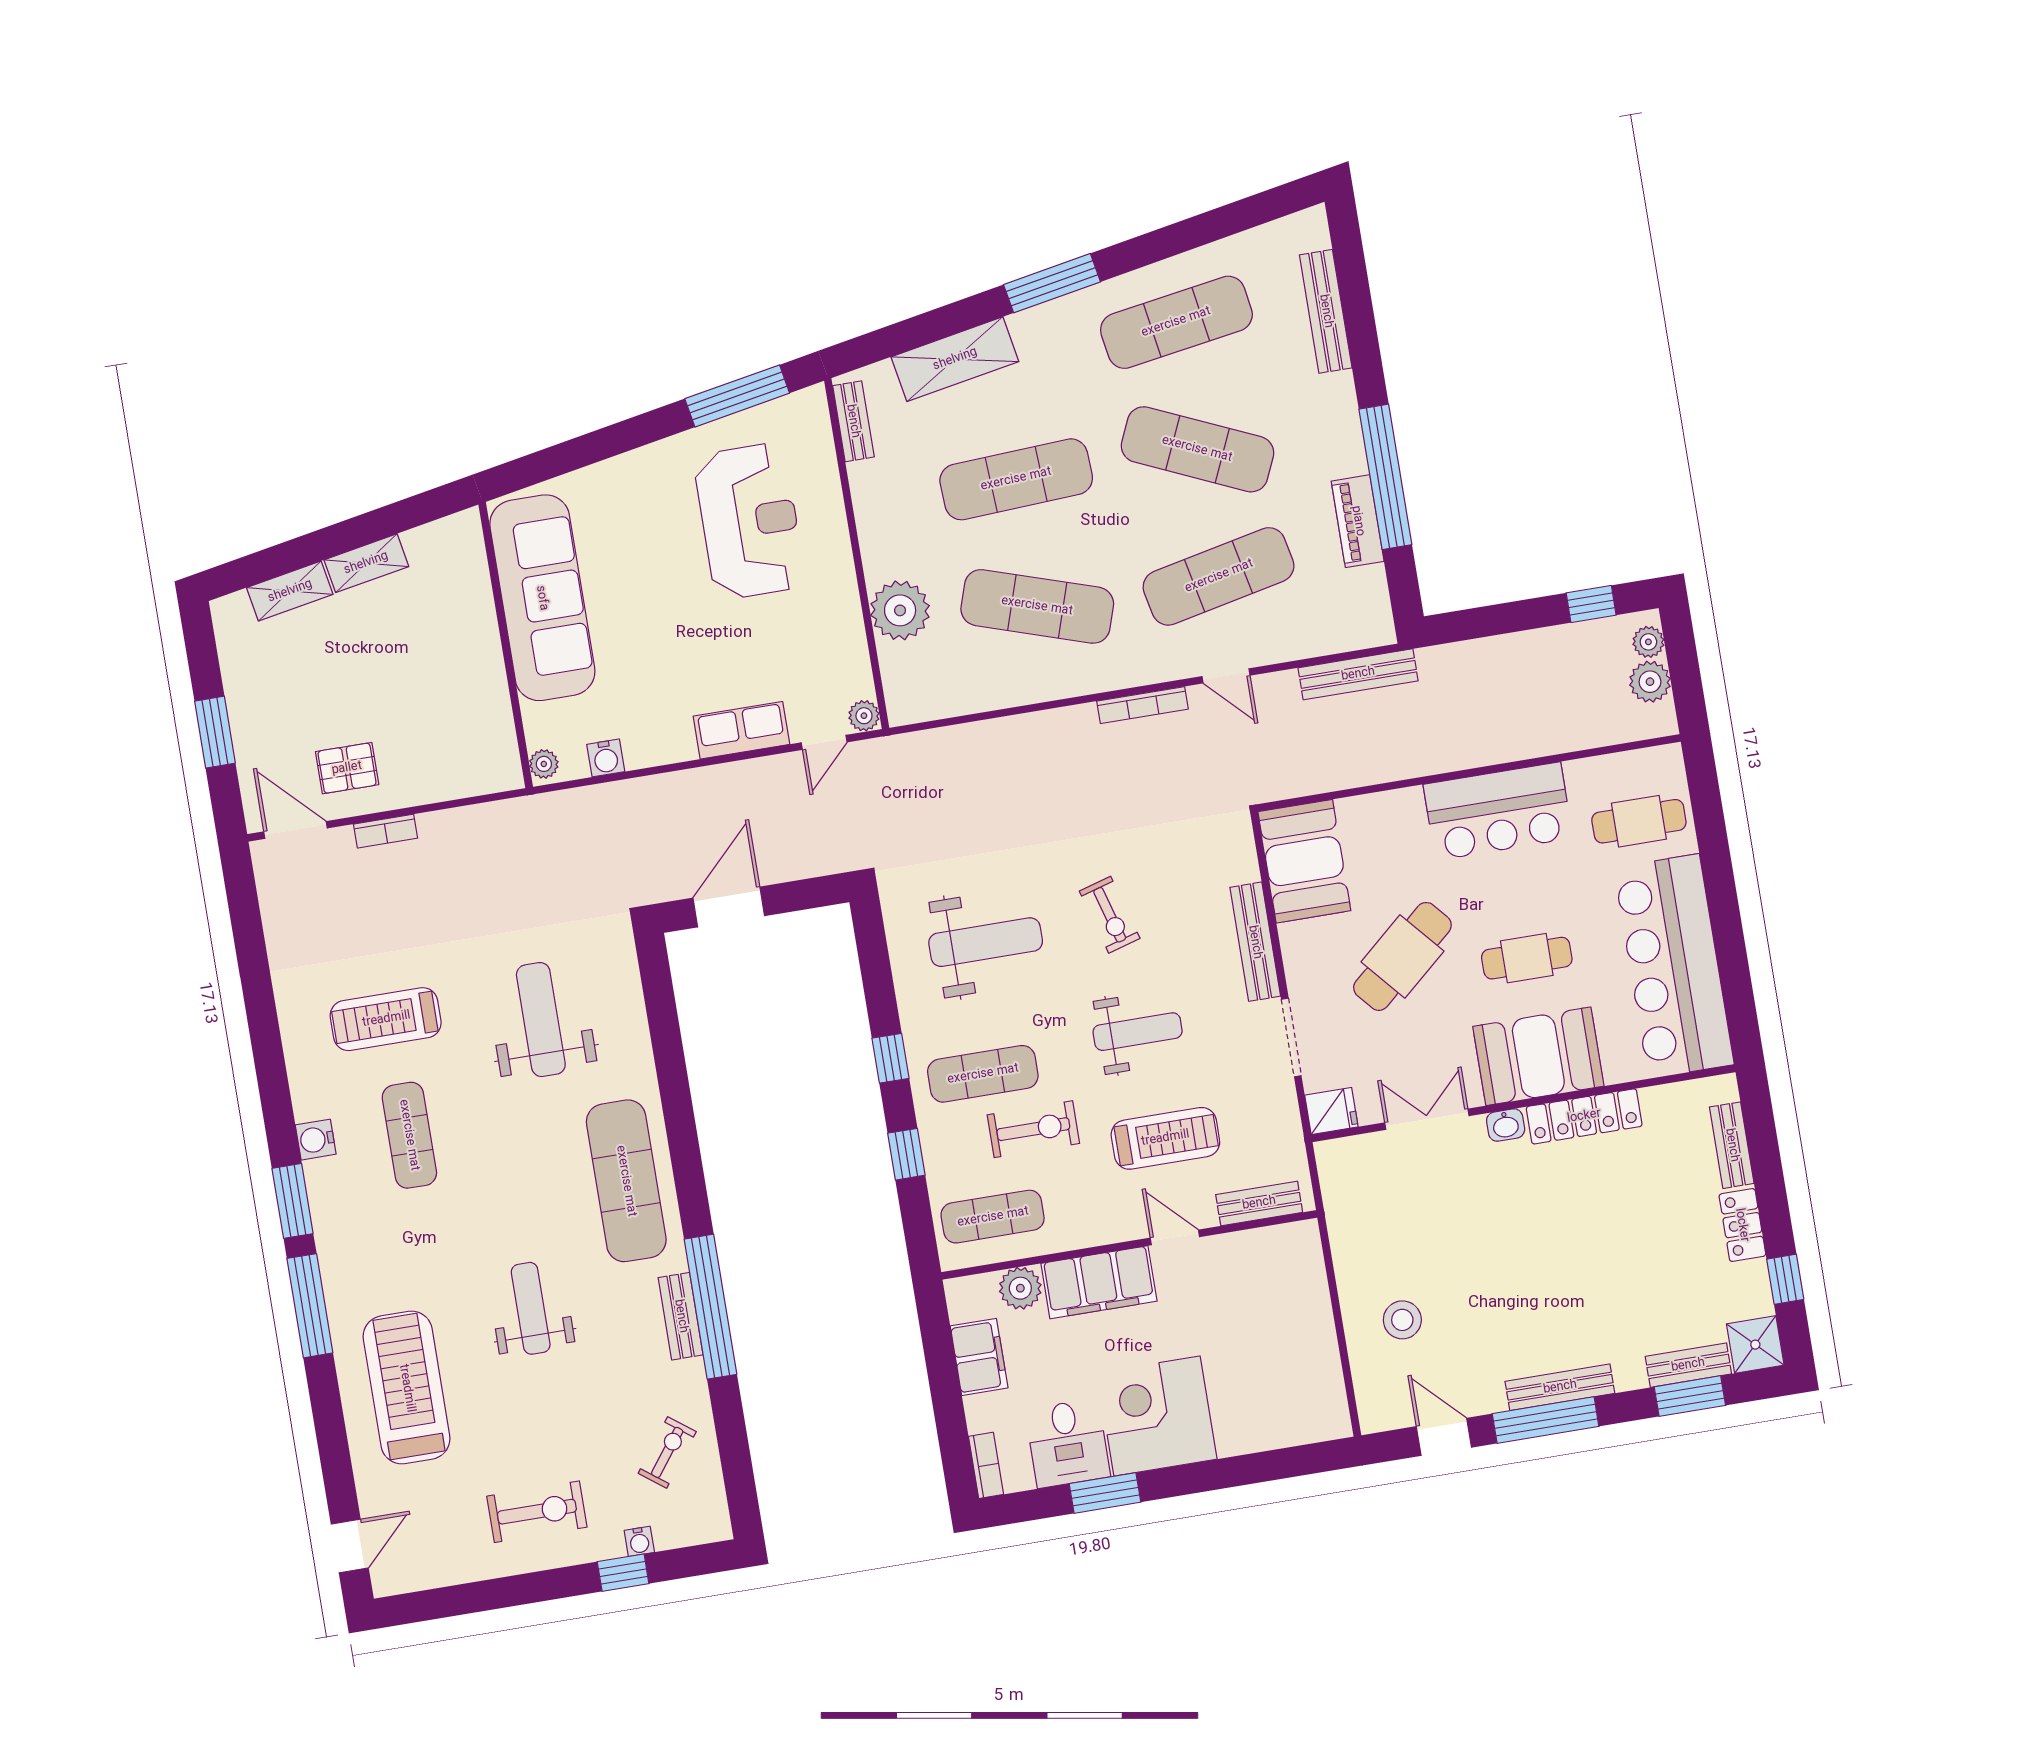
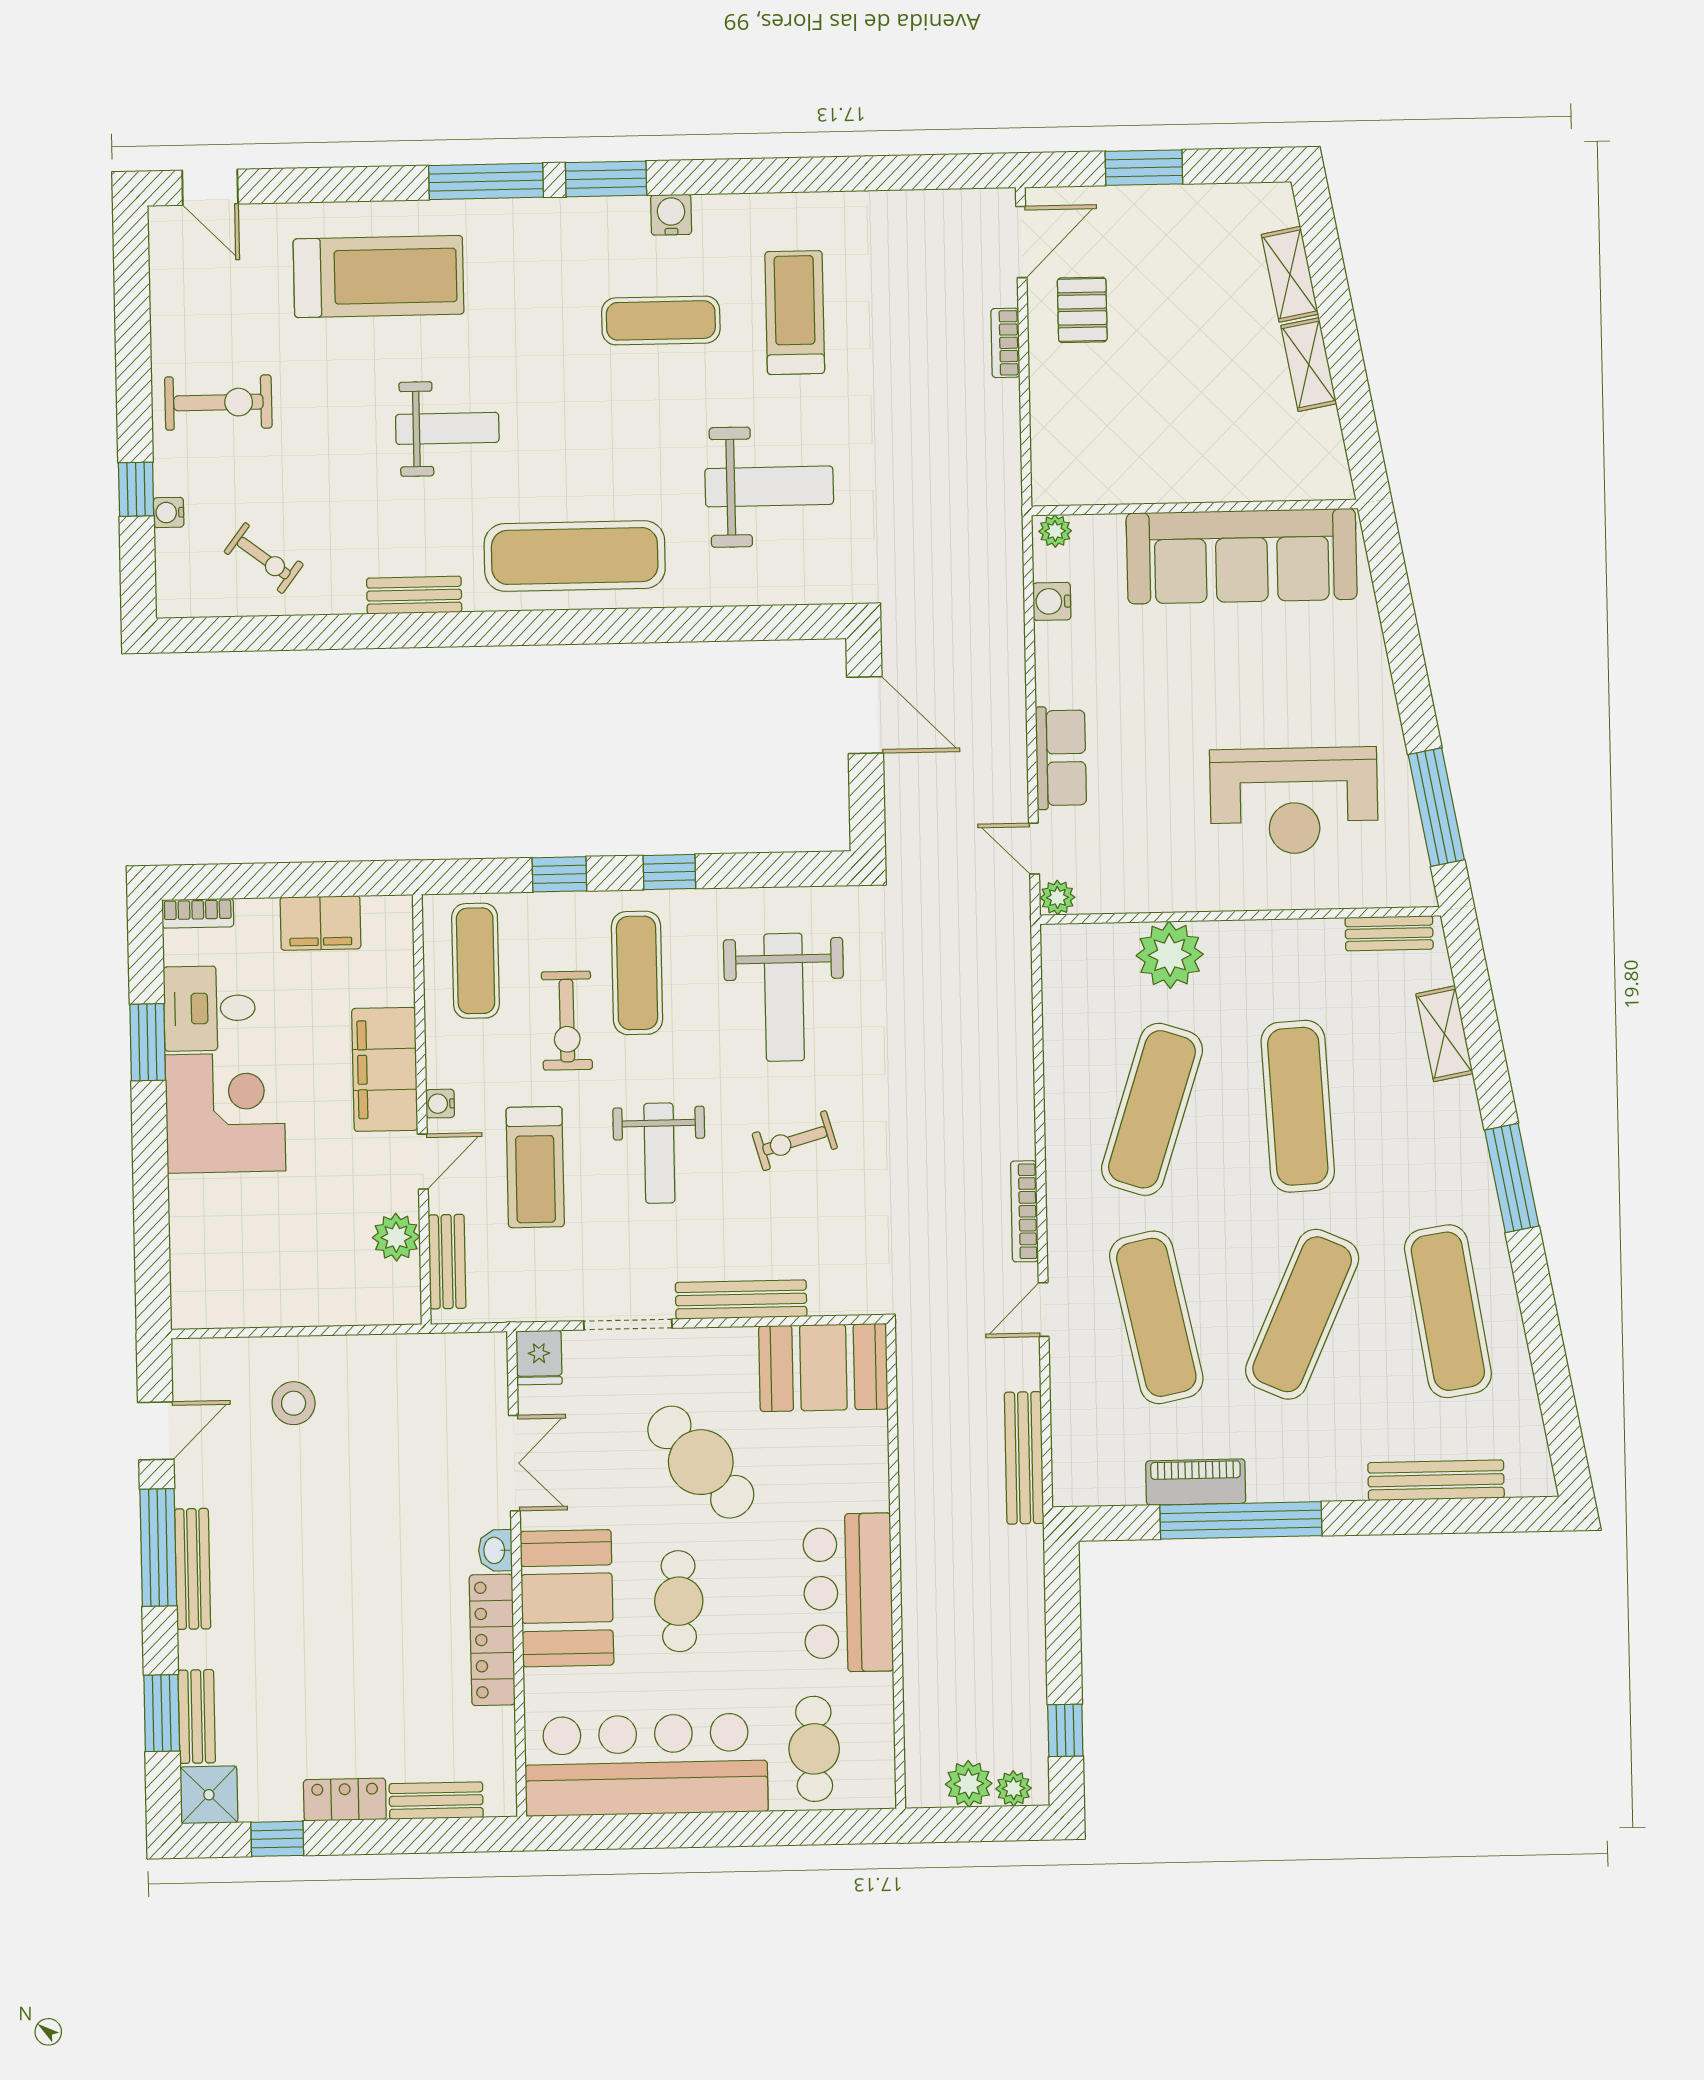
shelving: (955, 359) -> (1444, 1034), width x0.67, depth x0.75
water cooler: (1122, 1230) -> (440, 1104), added
plant: (1020, 1288) -> (396, 1237), moved
window: (710, 1307) -> (420, 630), removed
exercise bike: (537, 1512) -> (218, 402), turned -90

